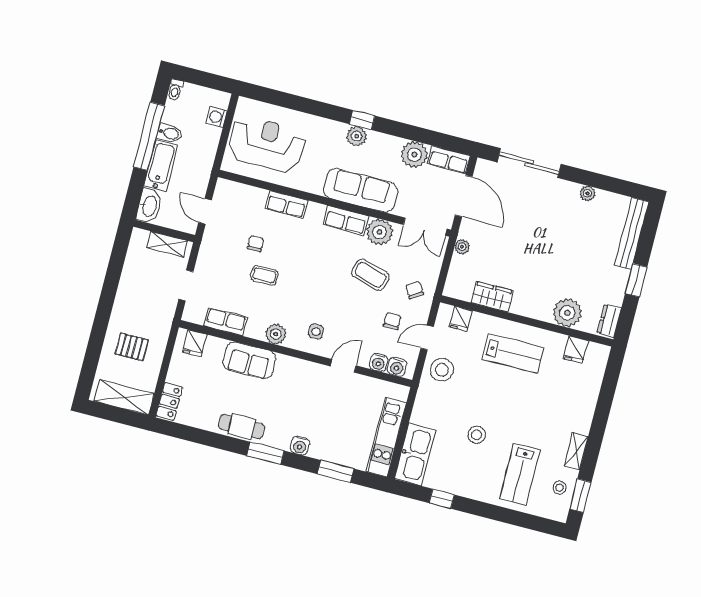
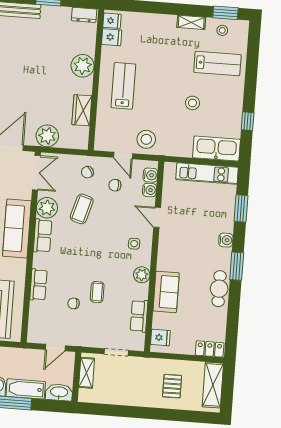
plant: (462, 247) -> (47, 136), width x1.87, depth x1.87
plant: (567, 313) -> (83, 66), moved
fridge: (461, 319) -> (112, 21), moved

